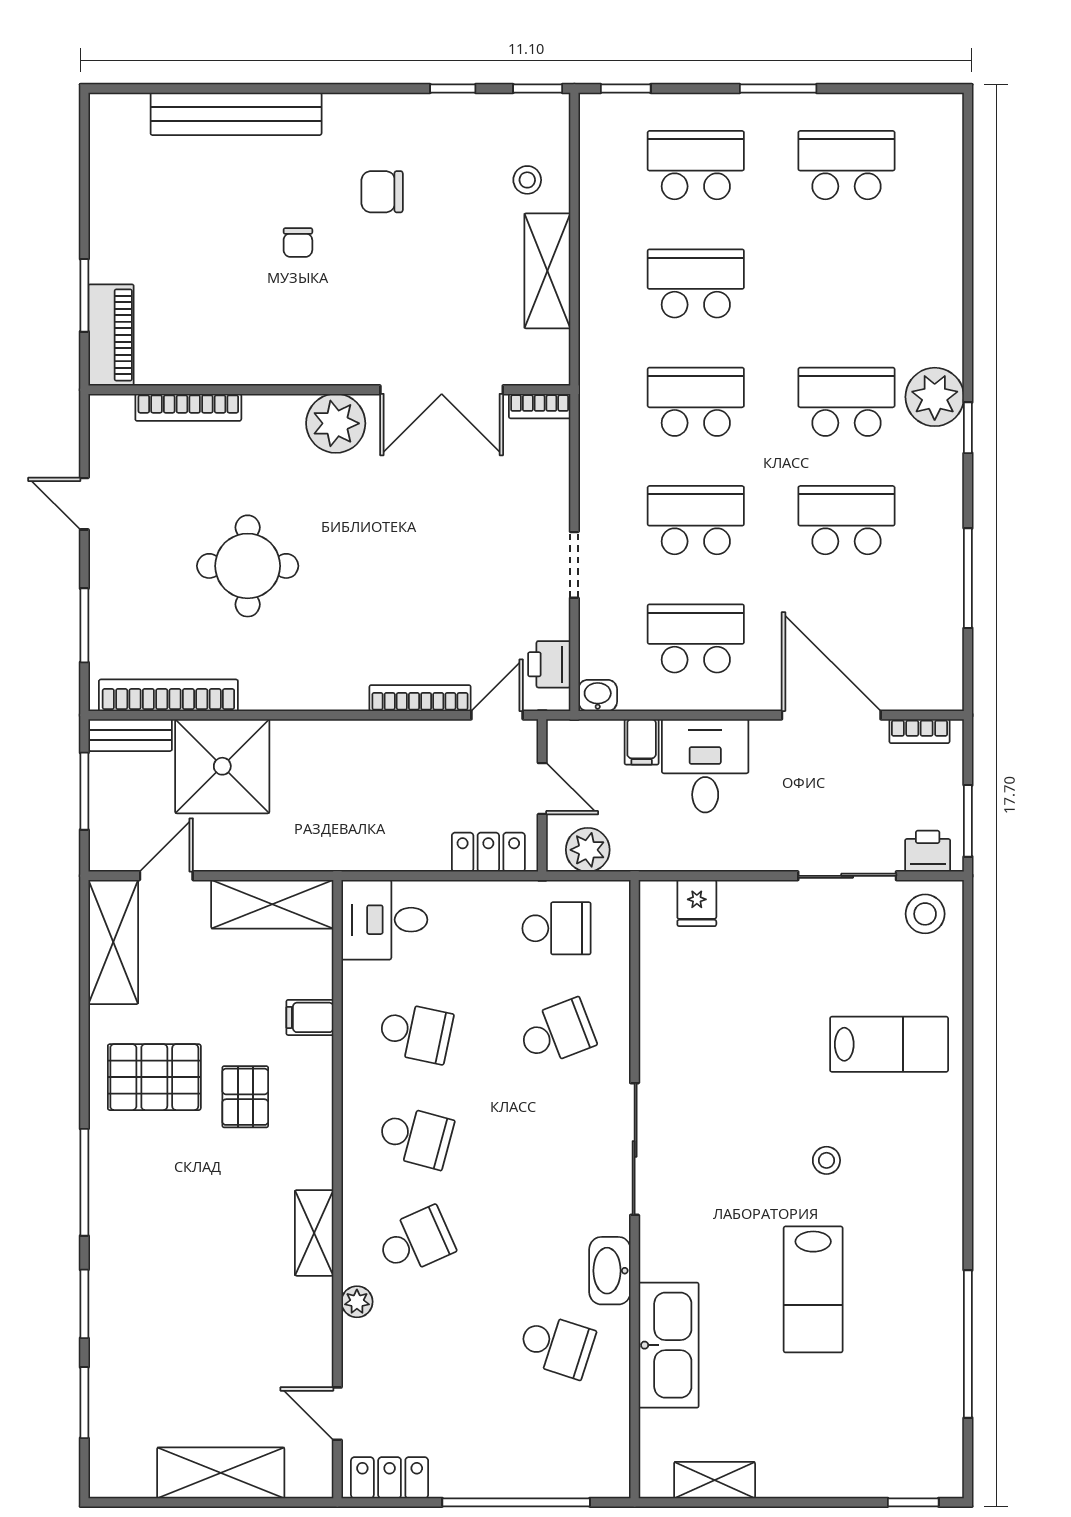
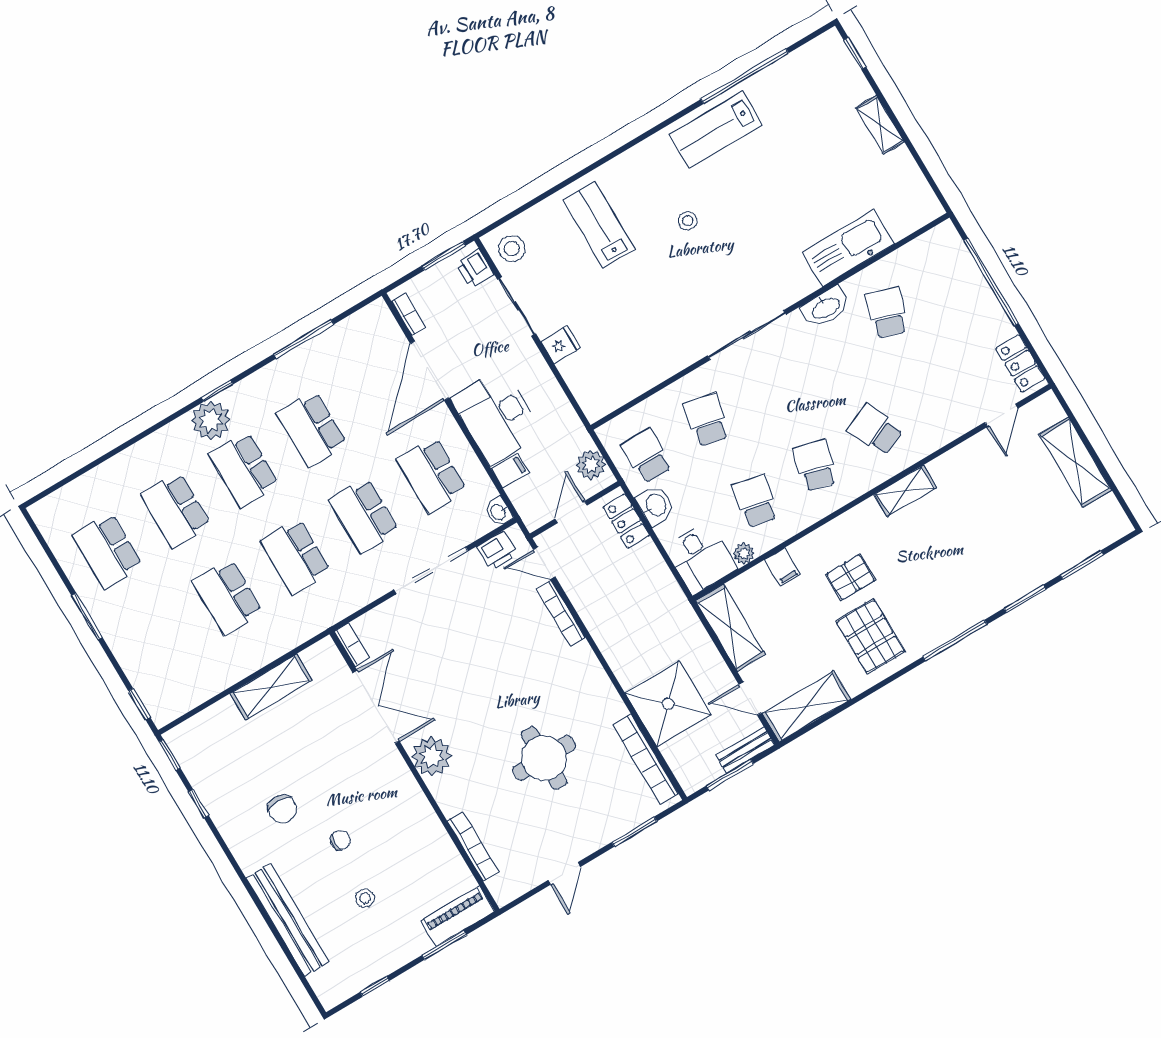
school desk: (696, 165) -> (176, 510), moved
window: (84, 175) -> (375, 986), added
stool: (527, 180) -> (365, 898), moved
doorway: (574, 565) -> (431, 570), width x1.87
bench: (130, 735) -> (745, 750), moved, turned 90
desk: (705, 766) -> (496, 417), width x1.37
washbasin: (486, 902) -> (655, 505), added
fridge: (697, 903) -> (561, 345), moved
school desk: (556, 1033) -> (707, 420), turned 33
lab bench: (813, 1289) -> (716, 130), moved, turned 180
plant: (357, 1302) -> (744, 553), moved
shelving: (715, 1480) -> (880, 125), moved

